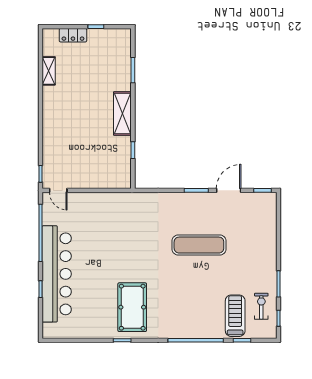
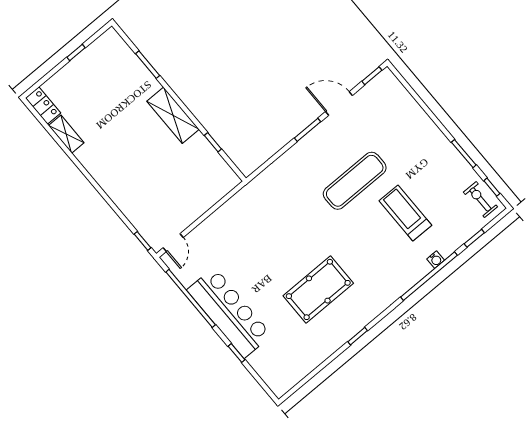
locker: (73, 35) -> (43, 106), moved, turned -90
door: (58, 190) -> (173, 243), hinge flipped
door: (229, 190) -> (339, 103), hinge flipped
bar counter: (57, 274) -> (229, 313), width x0.73
exercise bike: (261, 306) -> (480, 199), moved
pool table: (132, 307) -> (318, 289), moved, turned 90
treadmill: (235, 316) -> (405, 213), moved
water cooler: (208, 334) -> (436, 260), added

